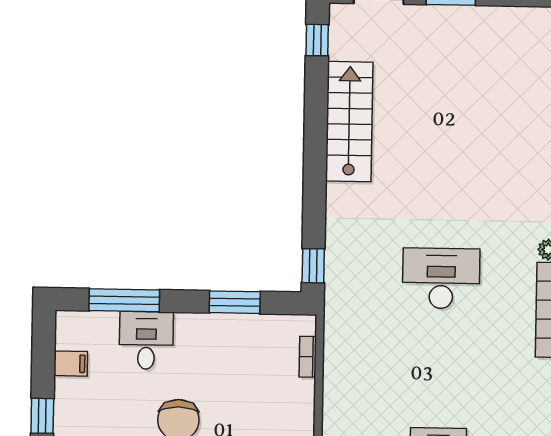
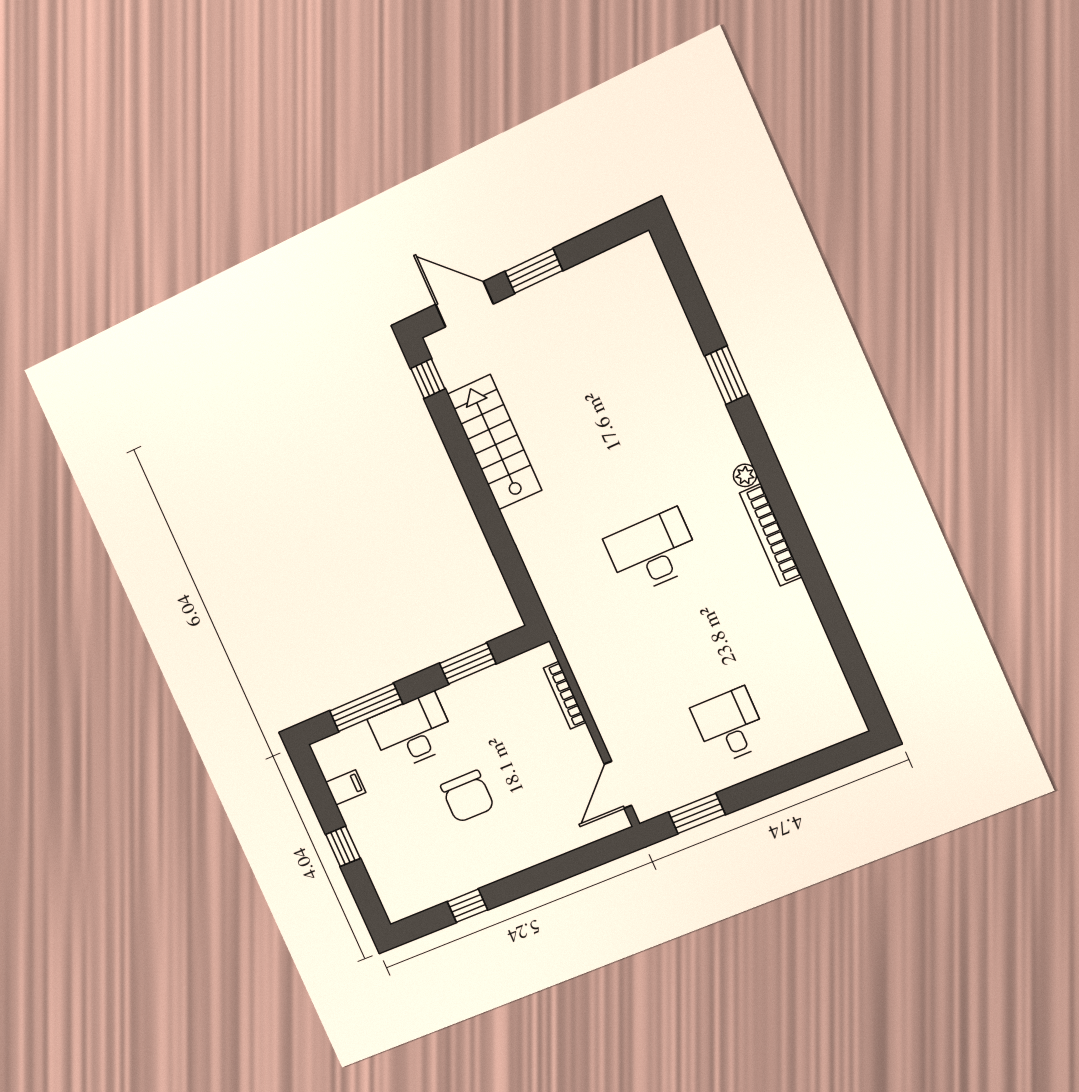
window: (313, 266) -> (525, 596), removed
desk: (146, 340) -> (413, 732), width x1.37
bookcase: (308, 357) -> (565, 695), width x1.56

